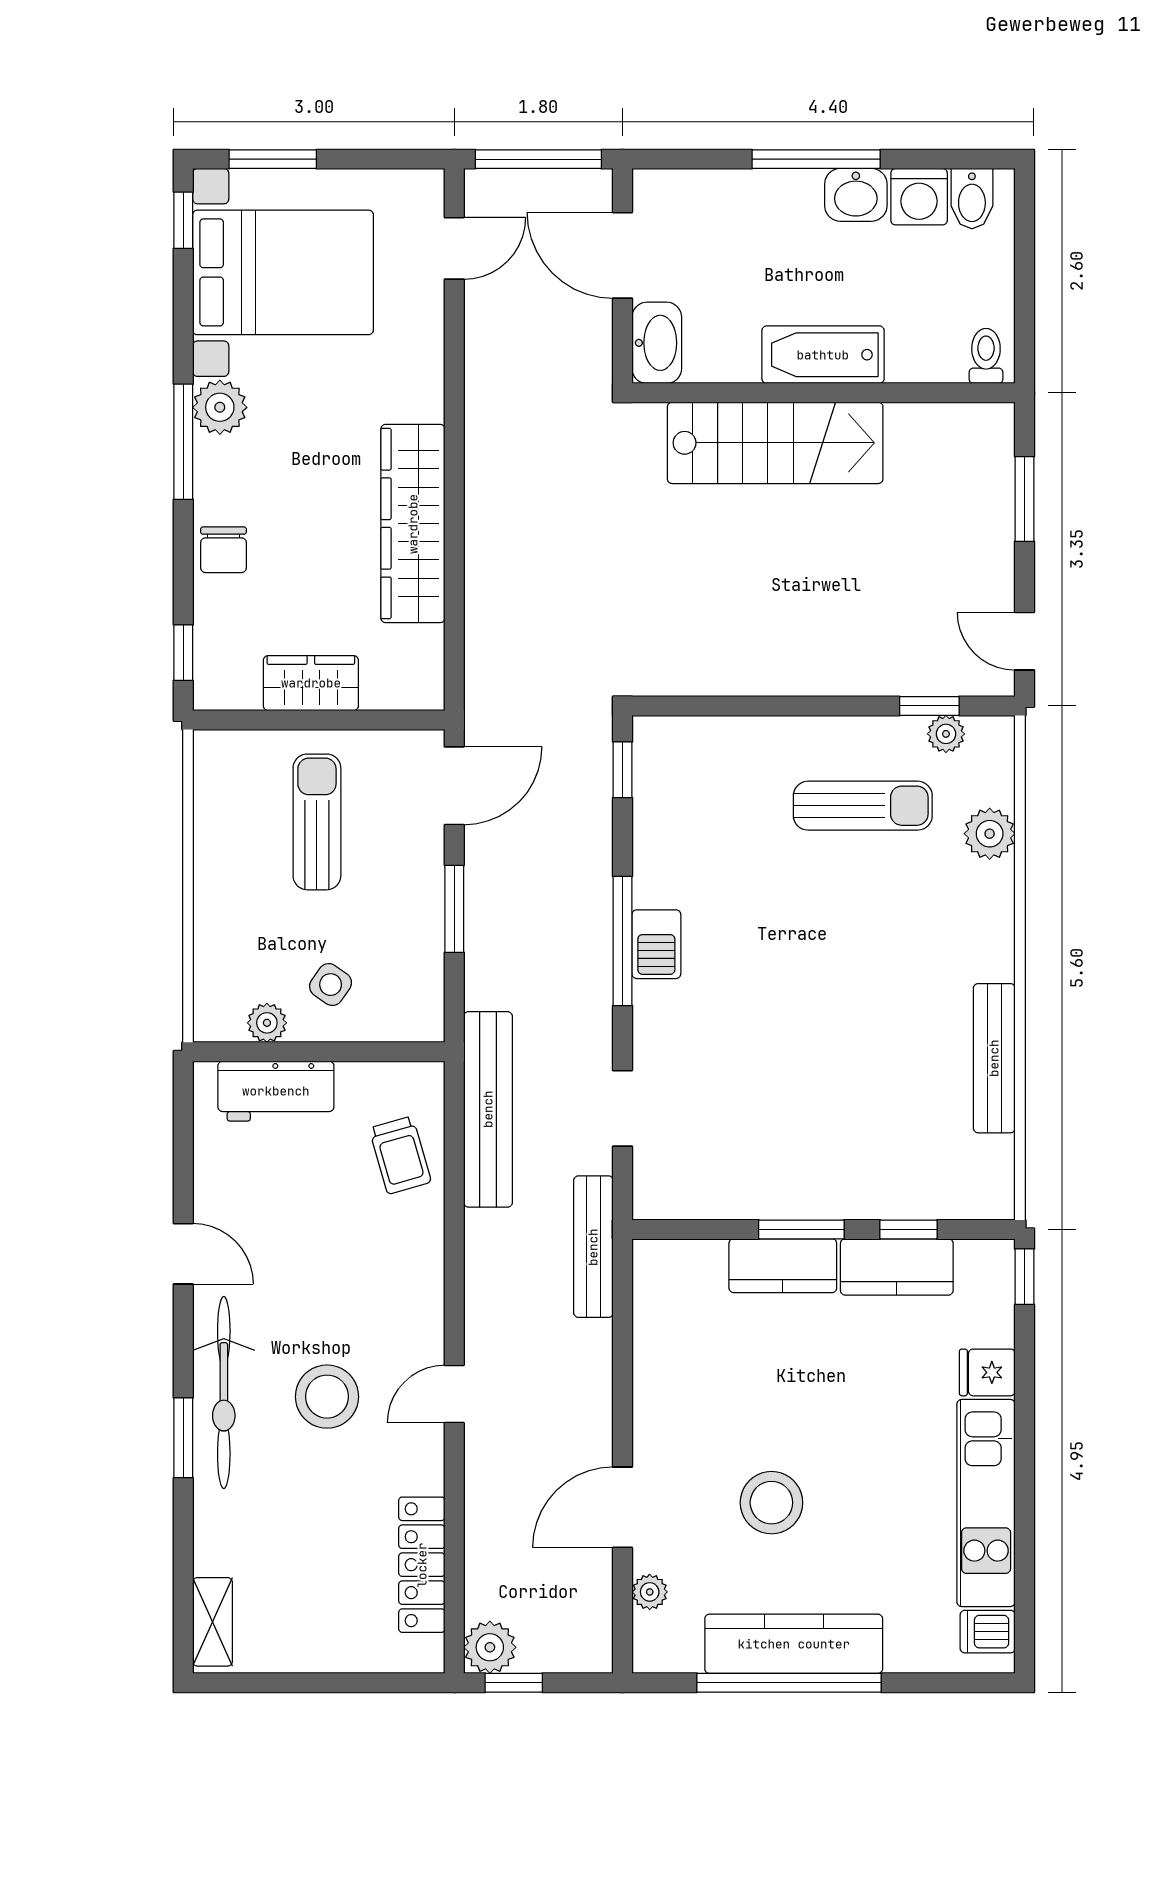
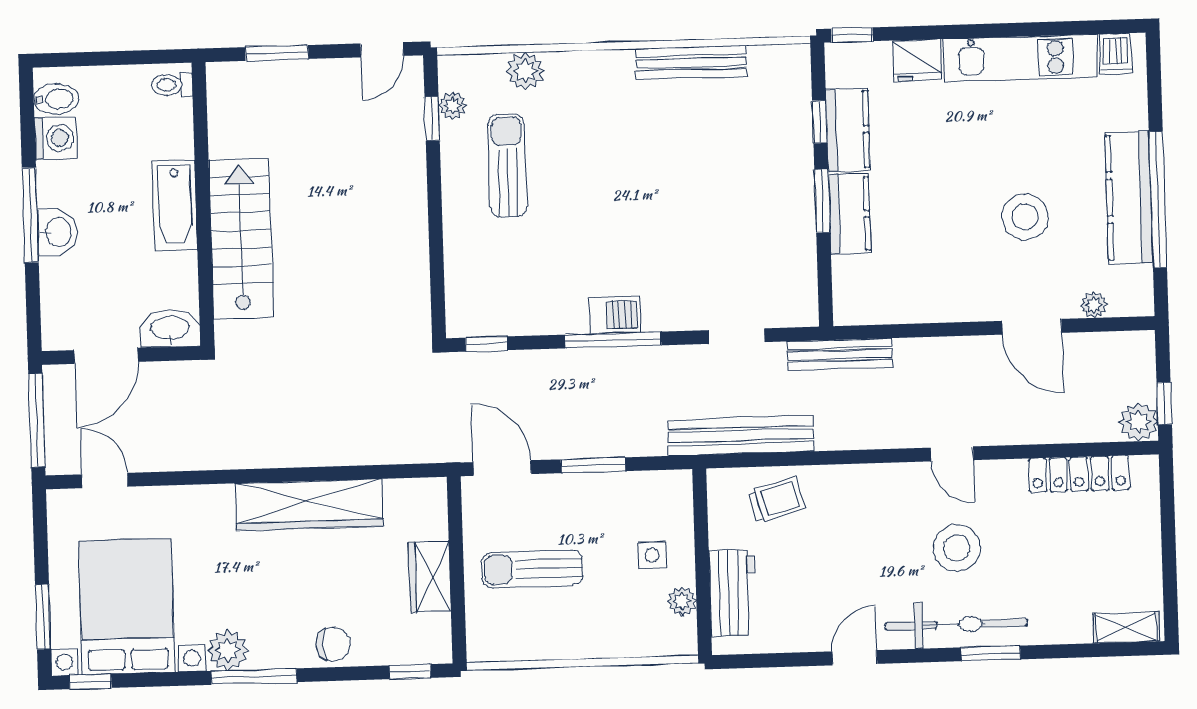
washbasin: (856, 195) -> (57, 232), moved
side table: (331, 985) -> (652, 555), turned -35
fridge: (987, 1372) -> (917, 60), width x1.38

